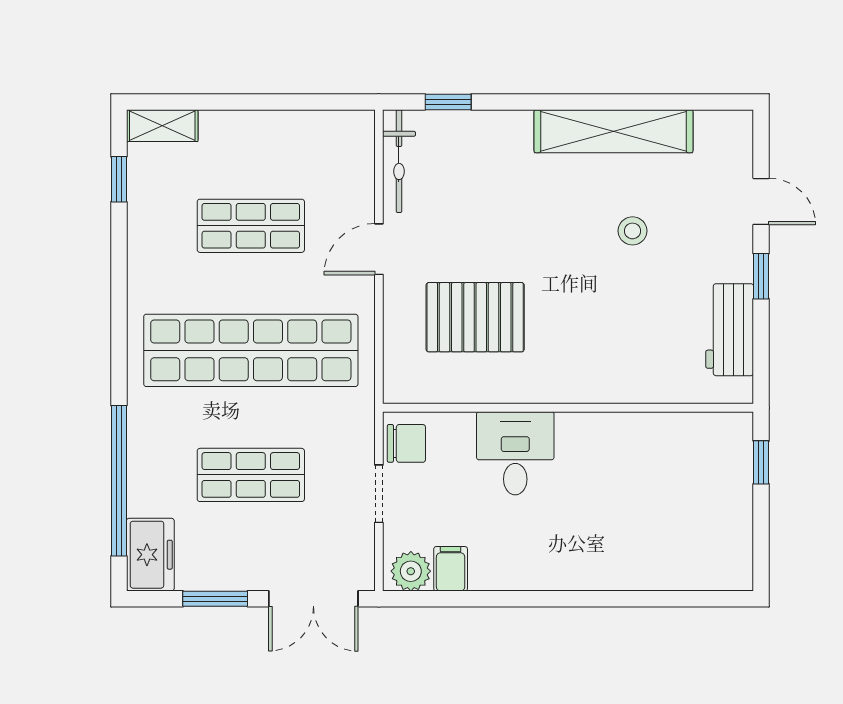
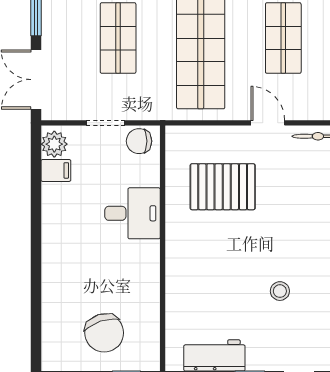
pallet: (475, 317) -> (223, 187), turned 90
chair: (406, 443) -> (139, 141), turned 90
chair: (696, 496) -> (104, 333), added

